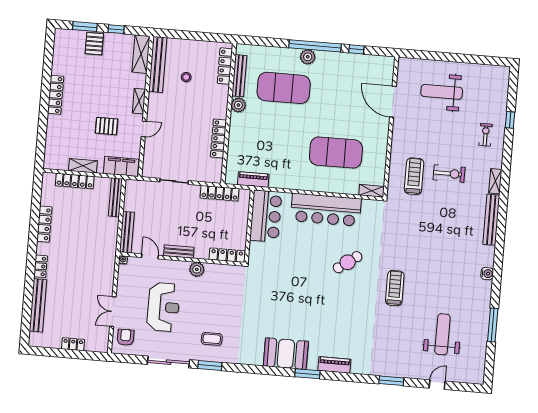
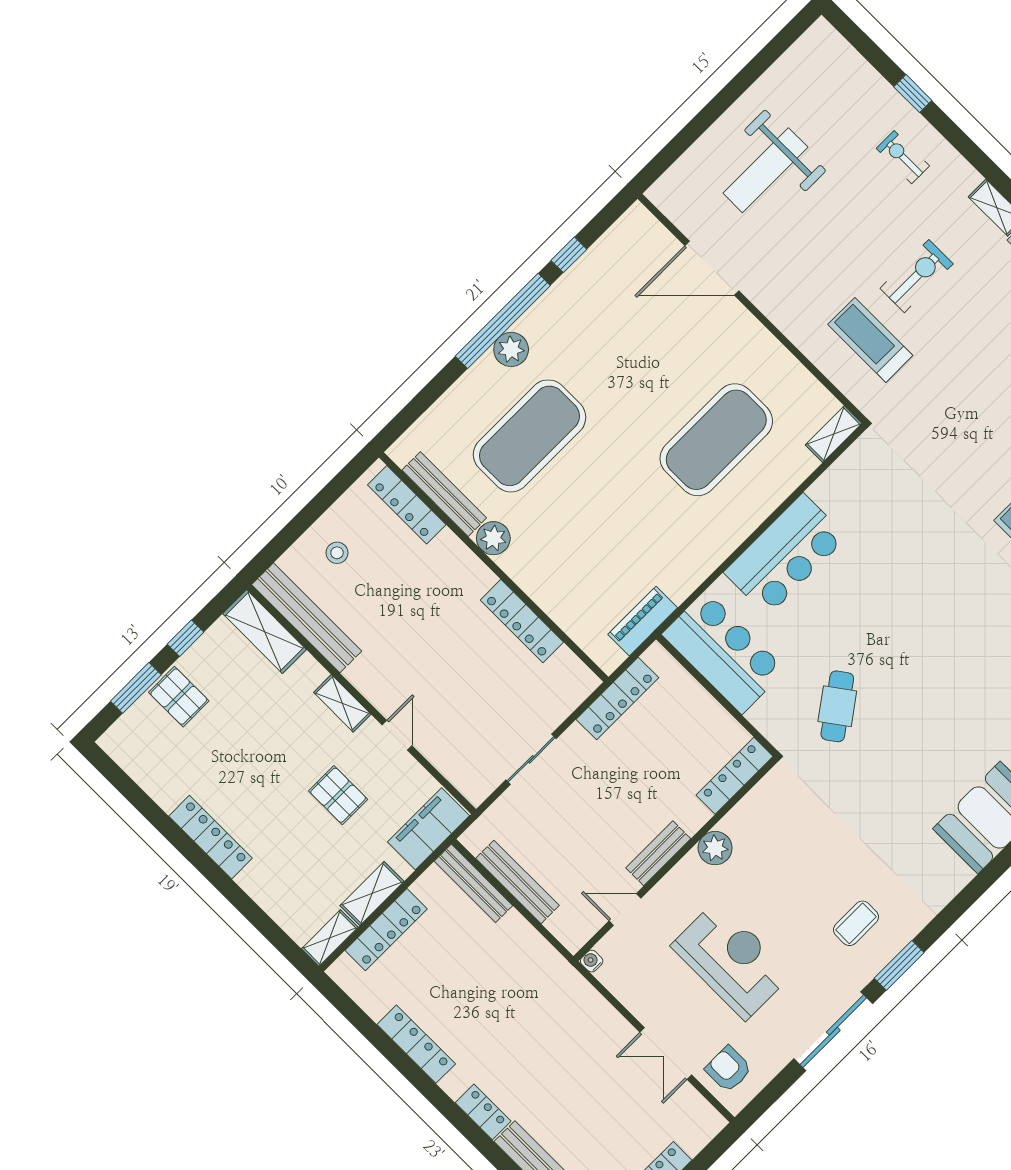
stool: (186, 77) -> (337, 553), moved
pallet: (107, 126) -> (338, 795), turned 90
shelving: (56, 164) -> (330, 938), added
bar counter: (326, 210) -> (785, 555), width x0.73
bench: (127, 232) -> (517, 882), moved
cafe table: (348, 262) -> (837, 706), moved

